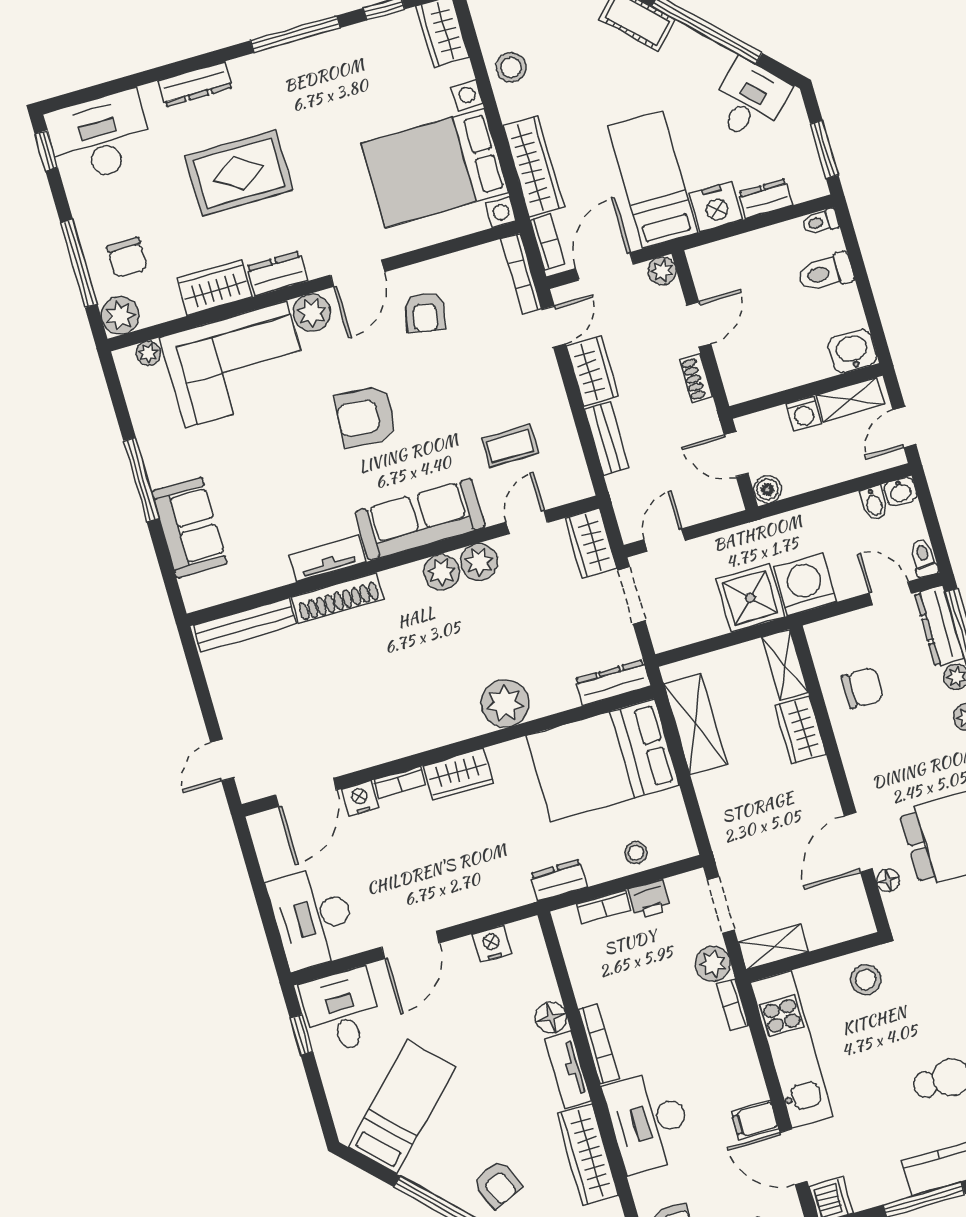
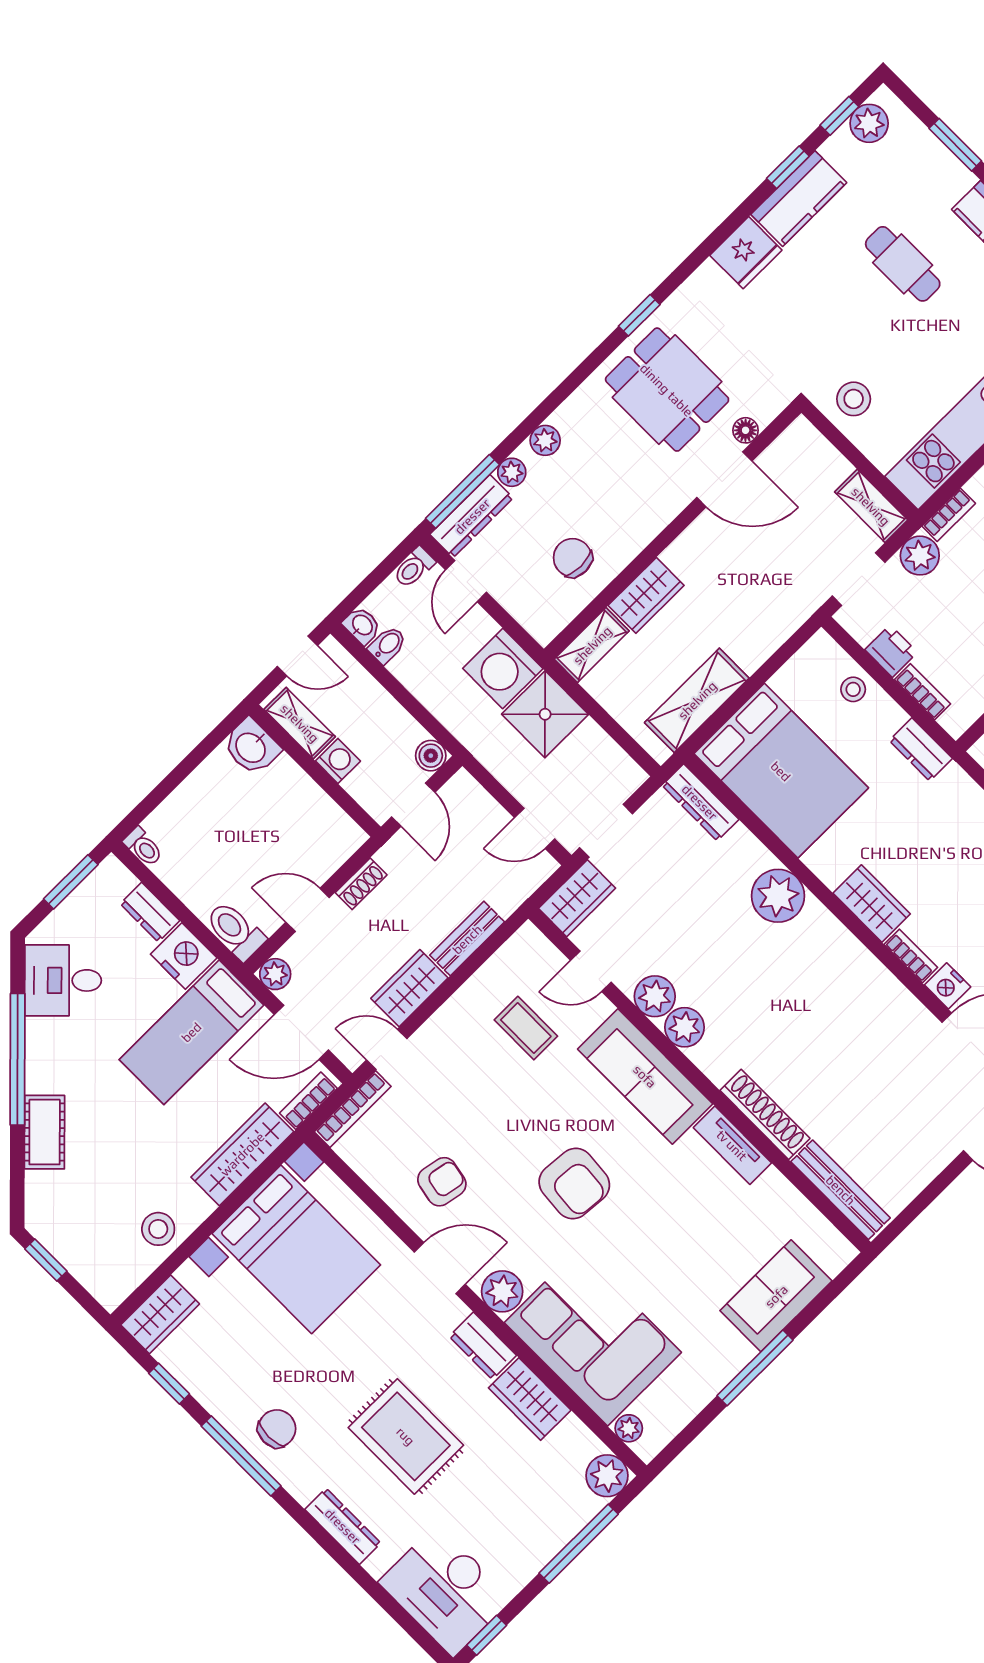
chair: (127, 258) -> (277, 1429), moved
toilet: (826, 273) -> (235, 931), moved, turned 180

